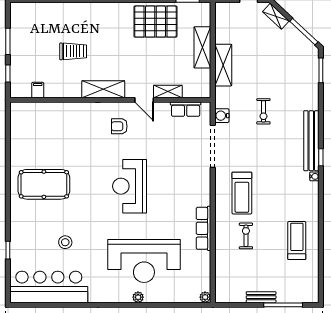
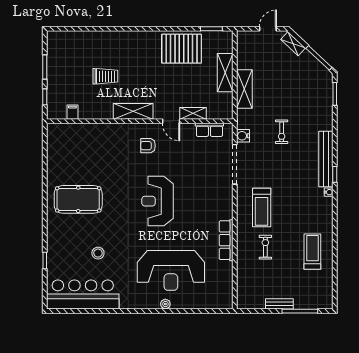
plant: (205, 297) -> (228, 304), removed

